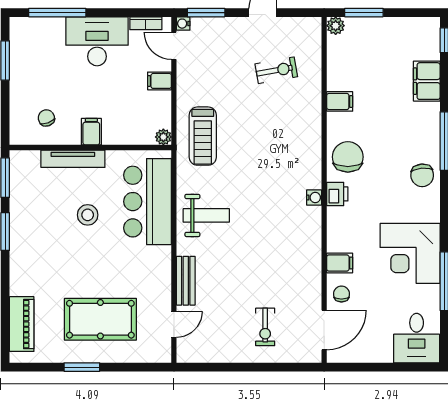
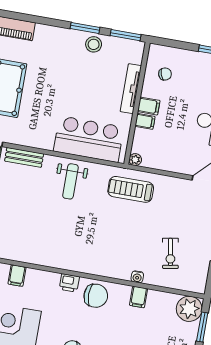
plant: (336, 26) -> (189, 309), width x1.87, depth x1.87
filing cabinet: (160, 81) -> (145, 121), moved, turned 90
water cooler: (314, 198) -> (137, 277), moved
stool: (88, 215) -> (94, 44), moved

